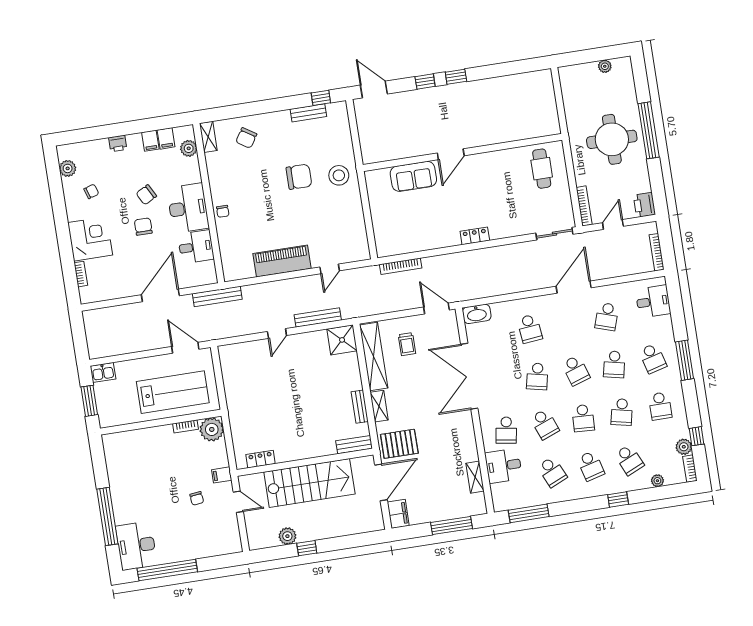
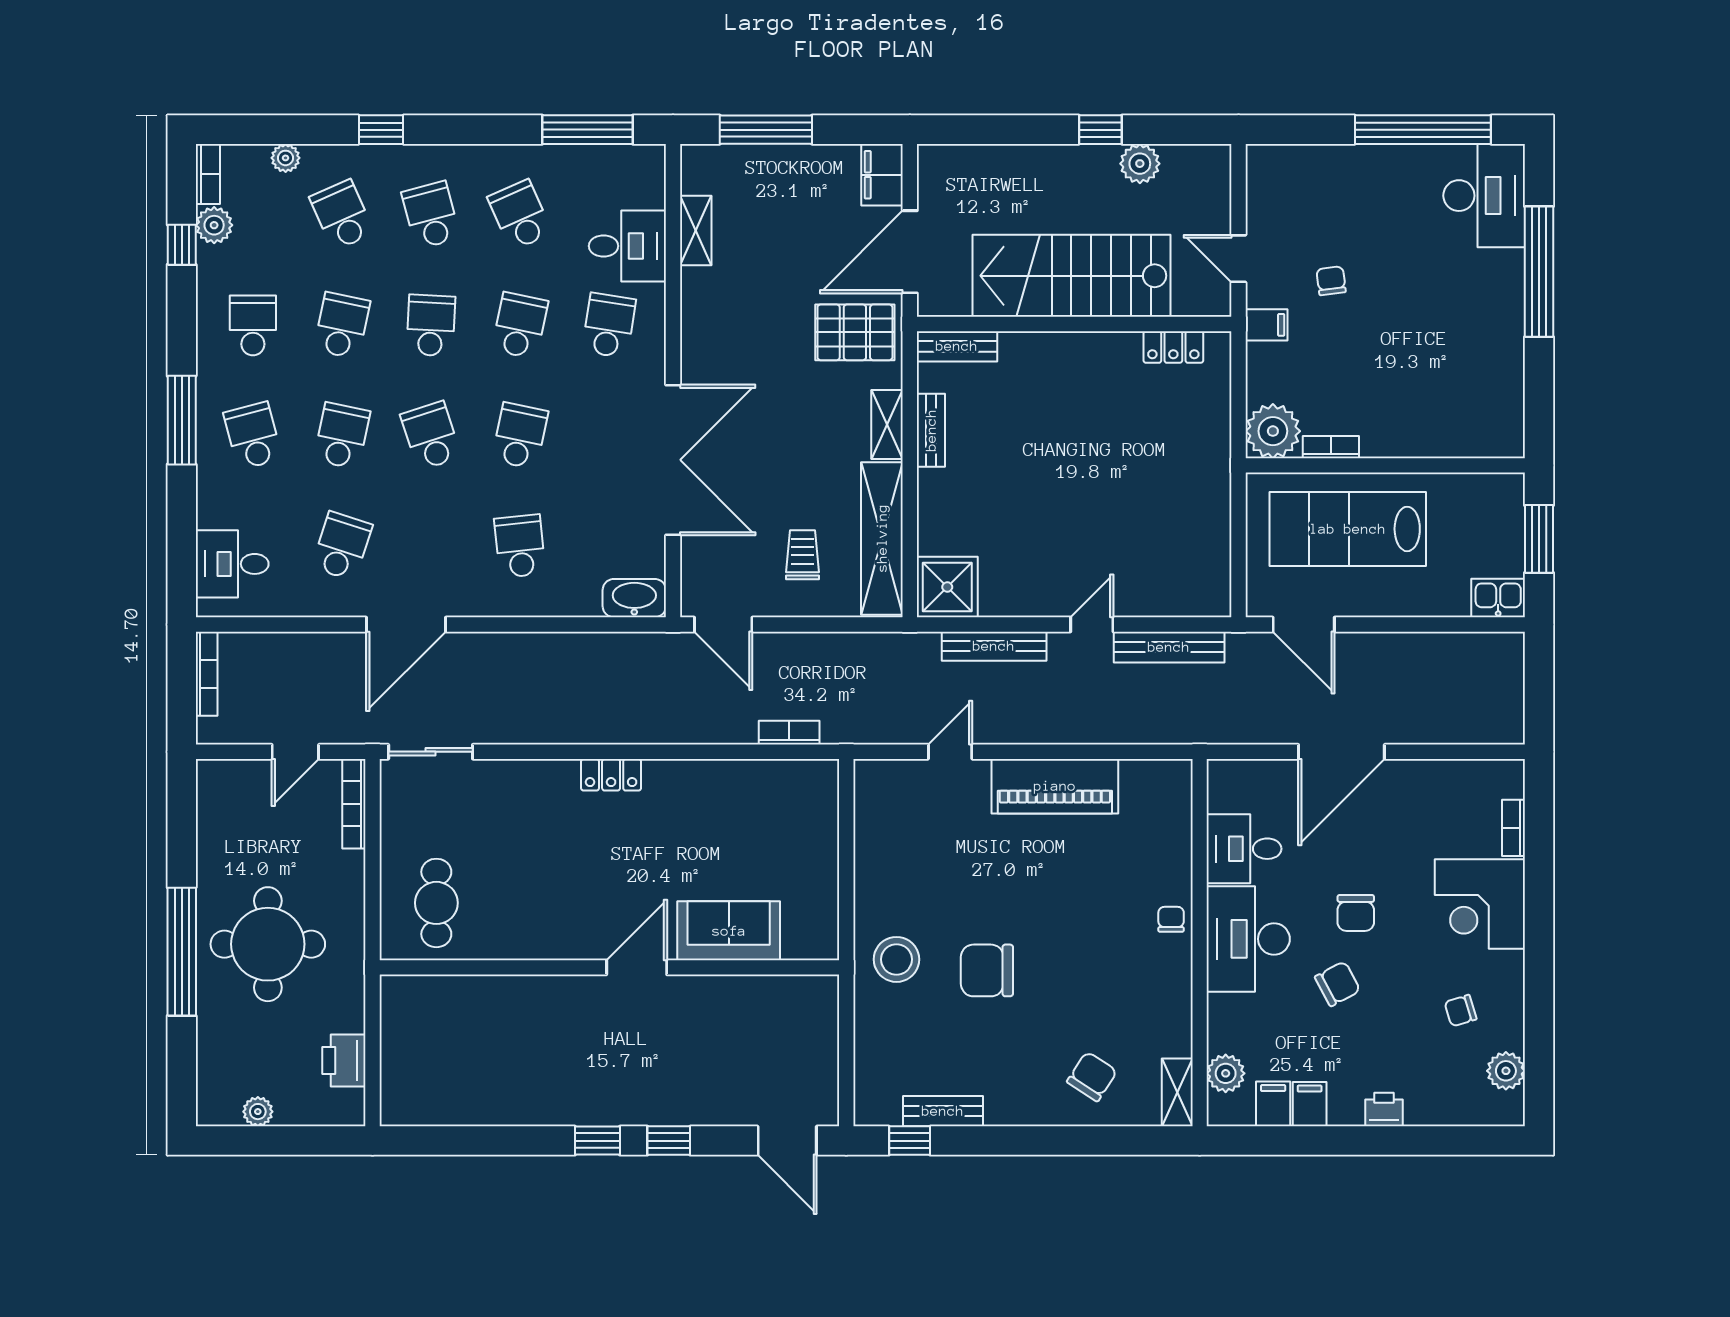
printer: (644, 205) -> (344, 1061), moved, turned 180
bookcase: (401, 266) -> (789, 733), width x0.64
bench: (217, 296) -> (1169, 647), moved
school desk: (545, 424) -> (520, 325), turned 33

